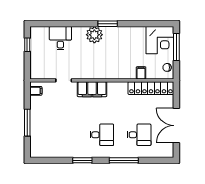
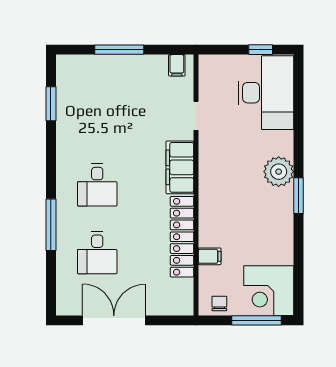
desk: (60, 38) -> (266, 93), width x1.87, depth x1.30
locker: (151, 88) -> (182, 237), moved
window: (82, 160) -> (51, 104), moved

